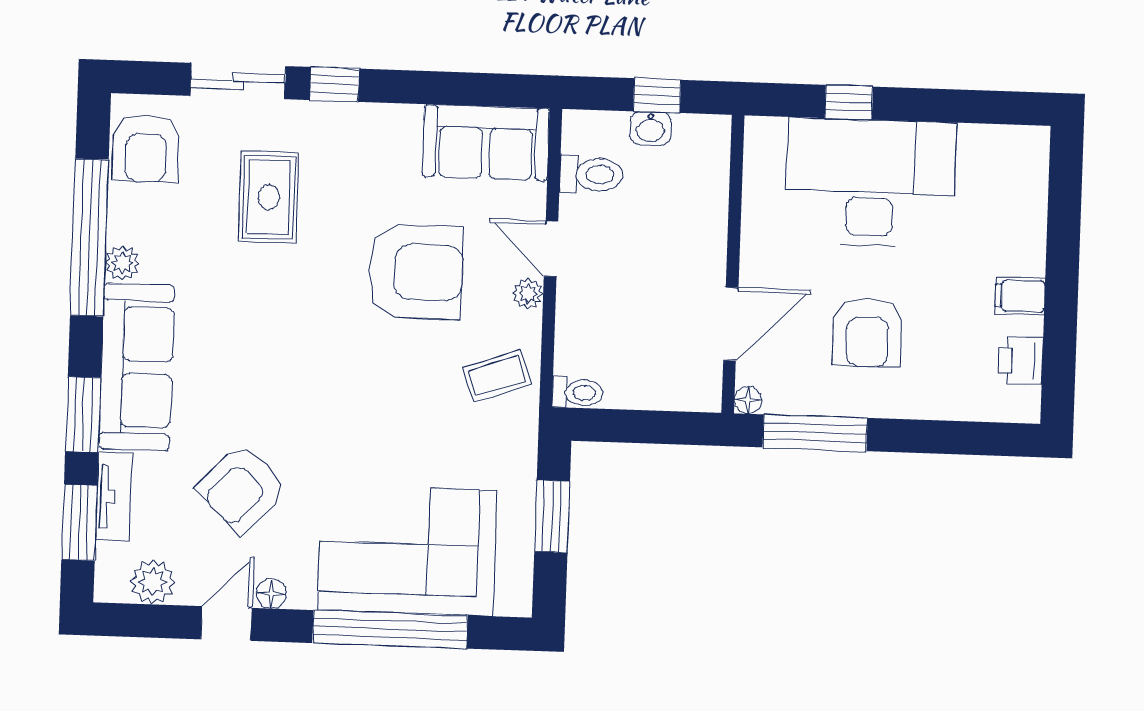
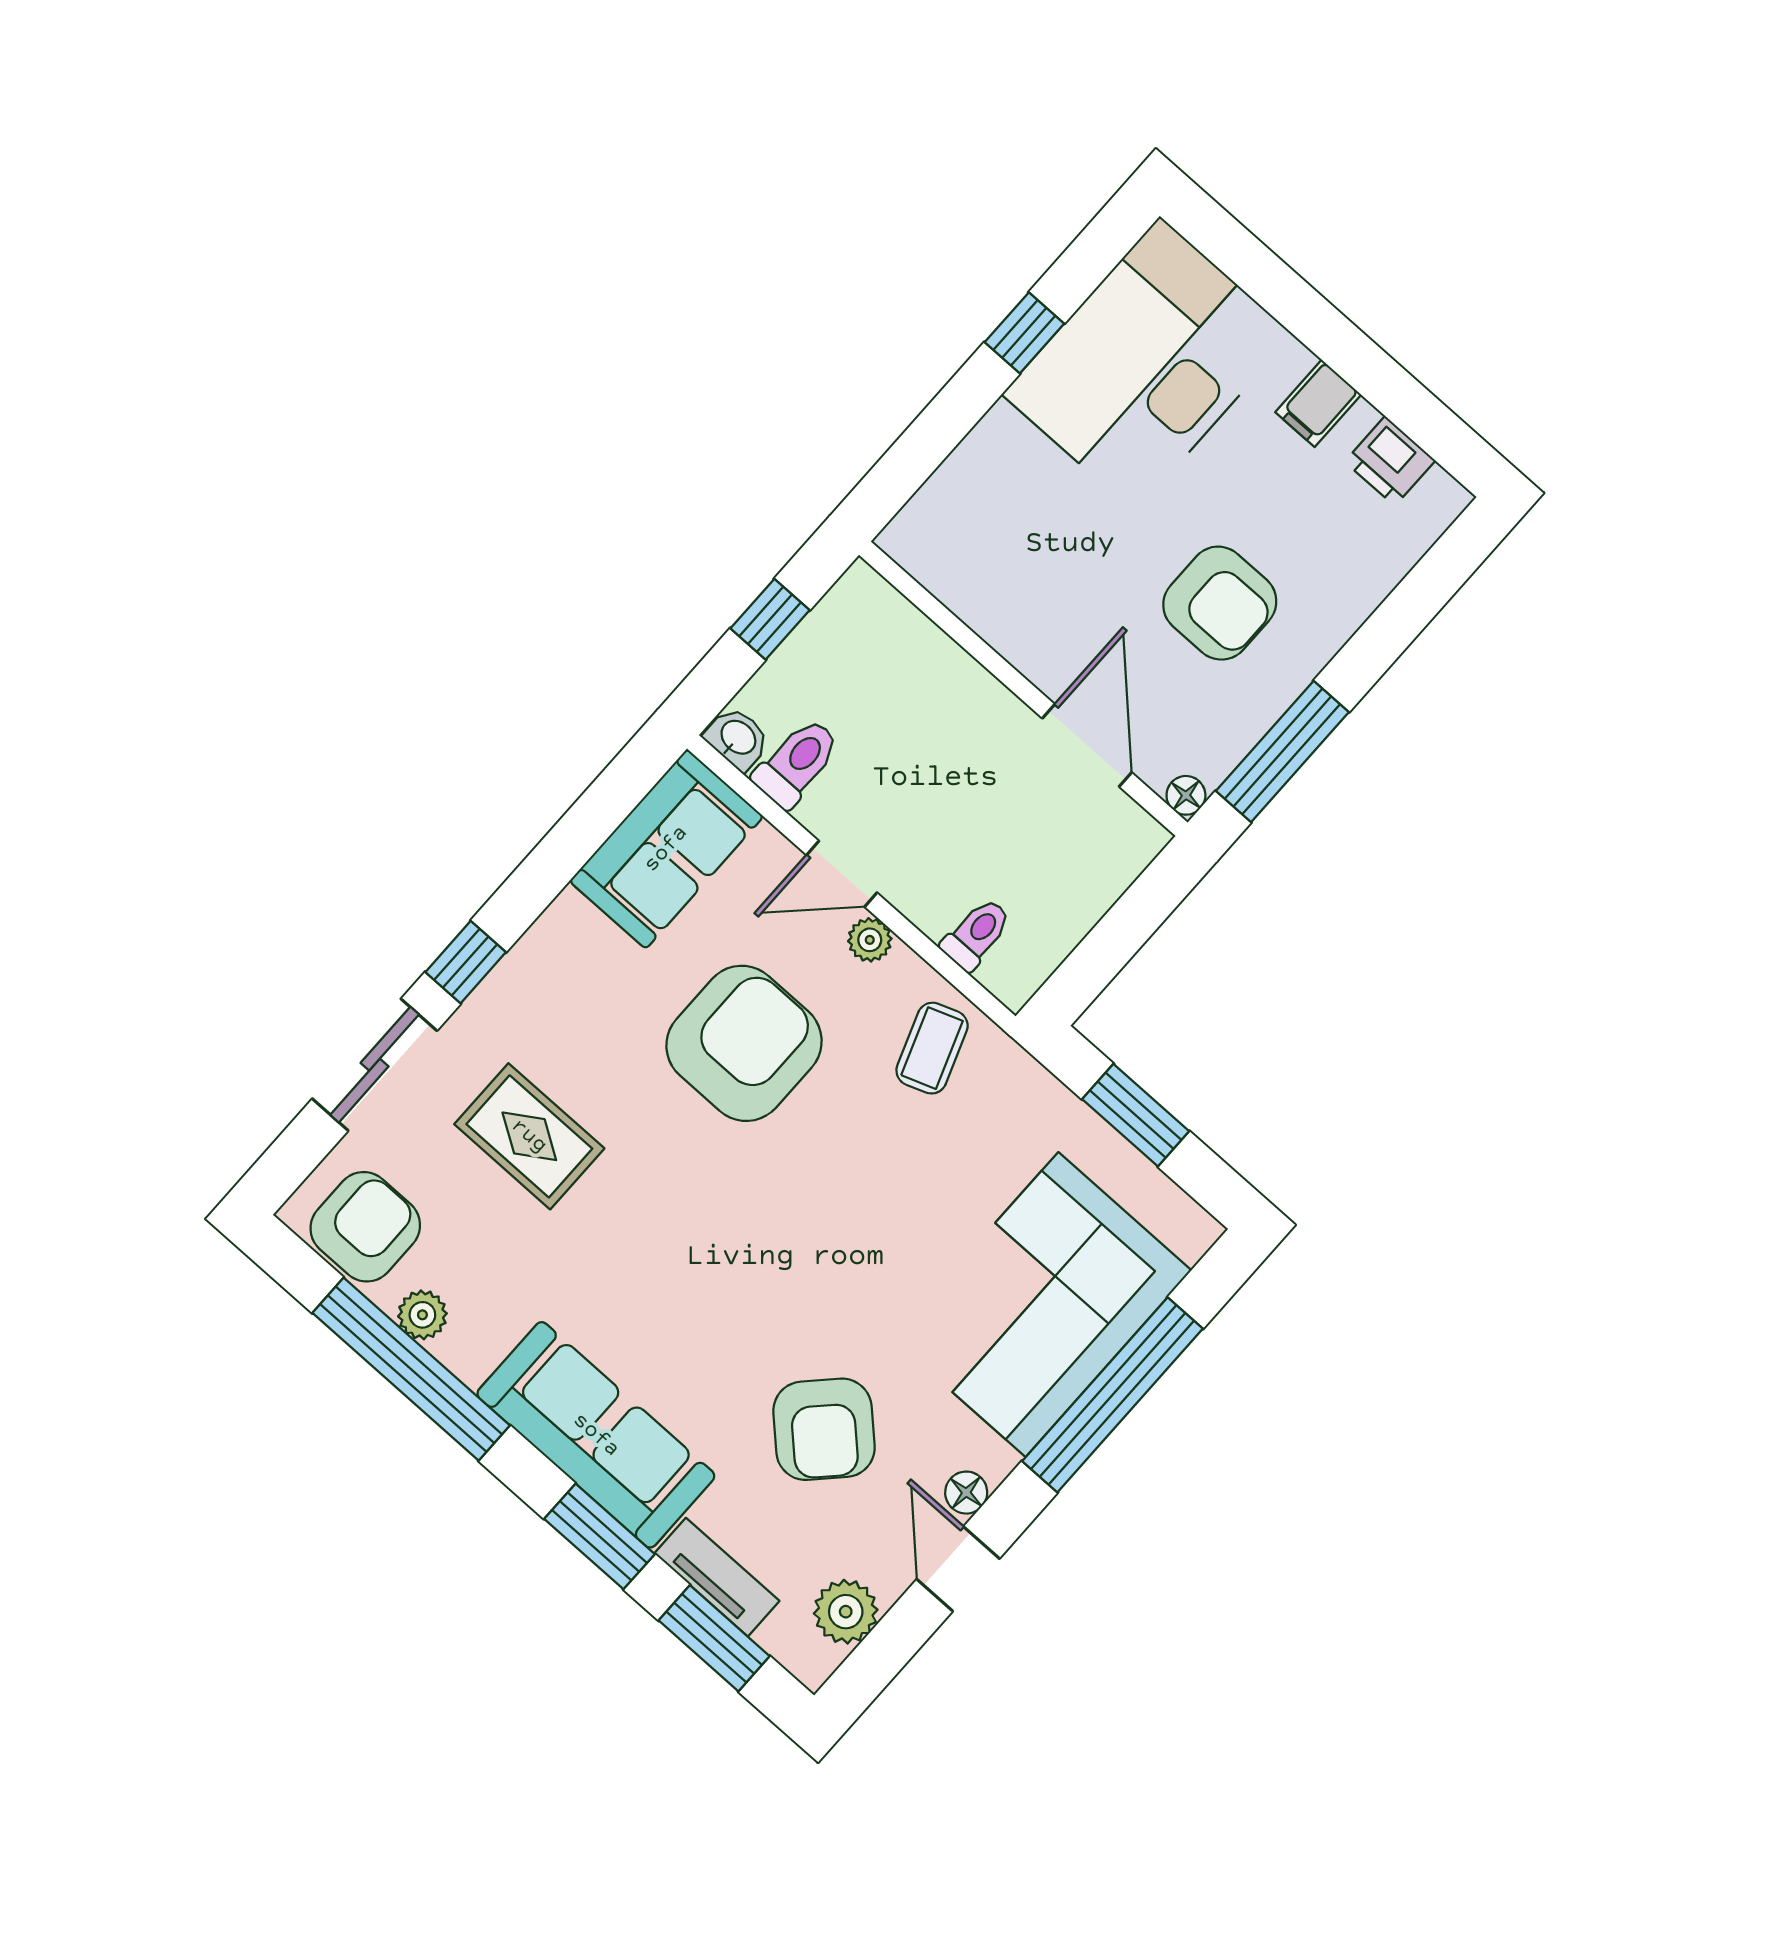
window: (849, 102) -> (1024, 333), moved
washbasin: (651, 128) -> (737, 738), moved, turned -90
armchair: (146, 149) -> (365, 1227), turned -90
desk: (870, 183) -> (1147, 364), moved
plant: (122, 263) -> (422, 1315), moved
toilet: (577, 392) -> (977, 934), moved

